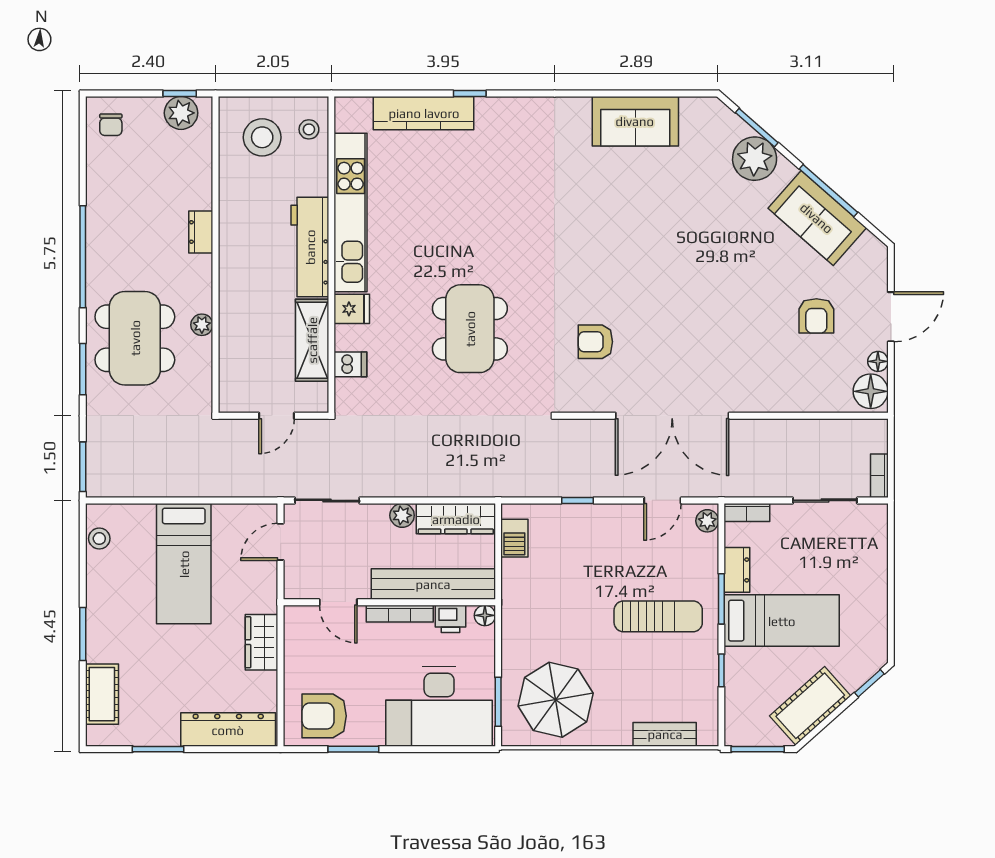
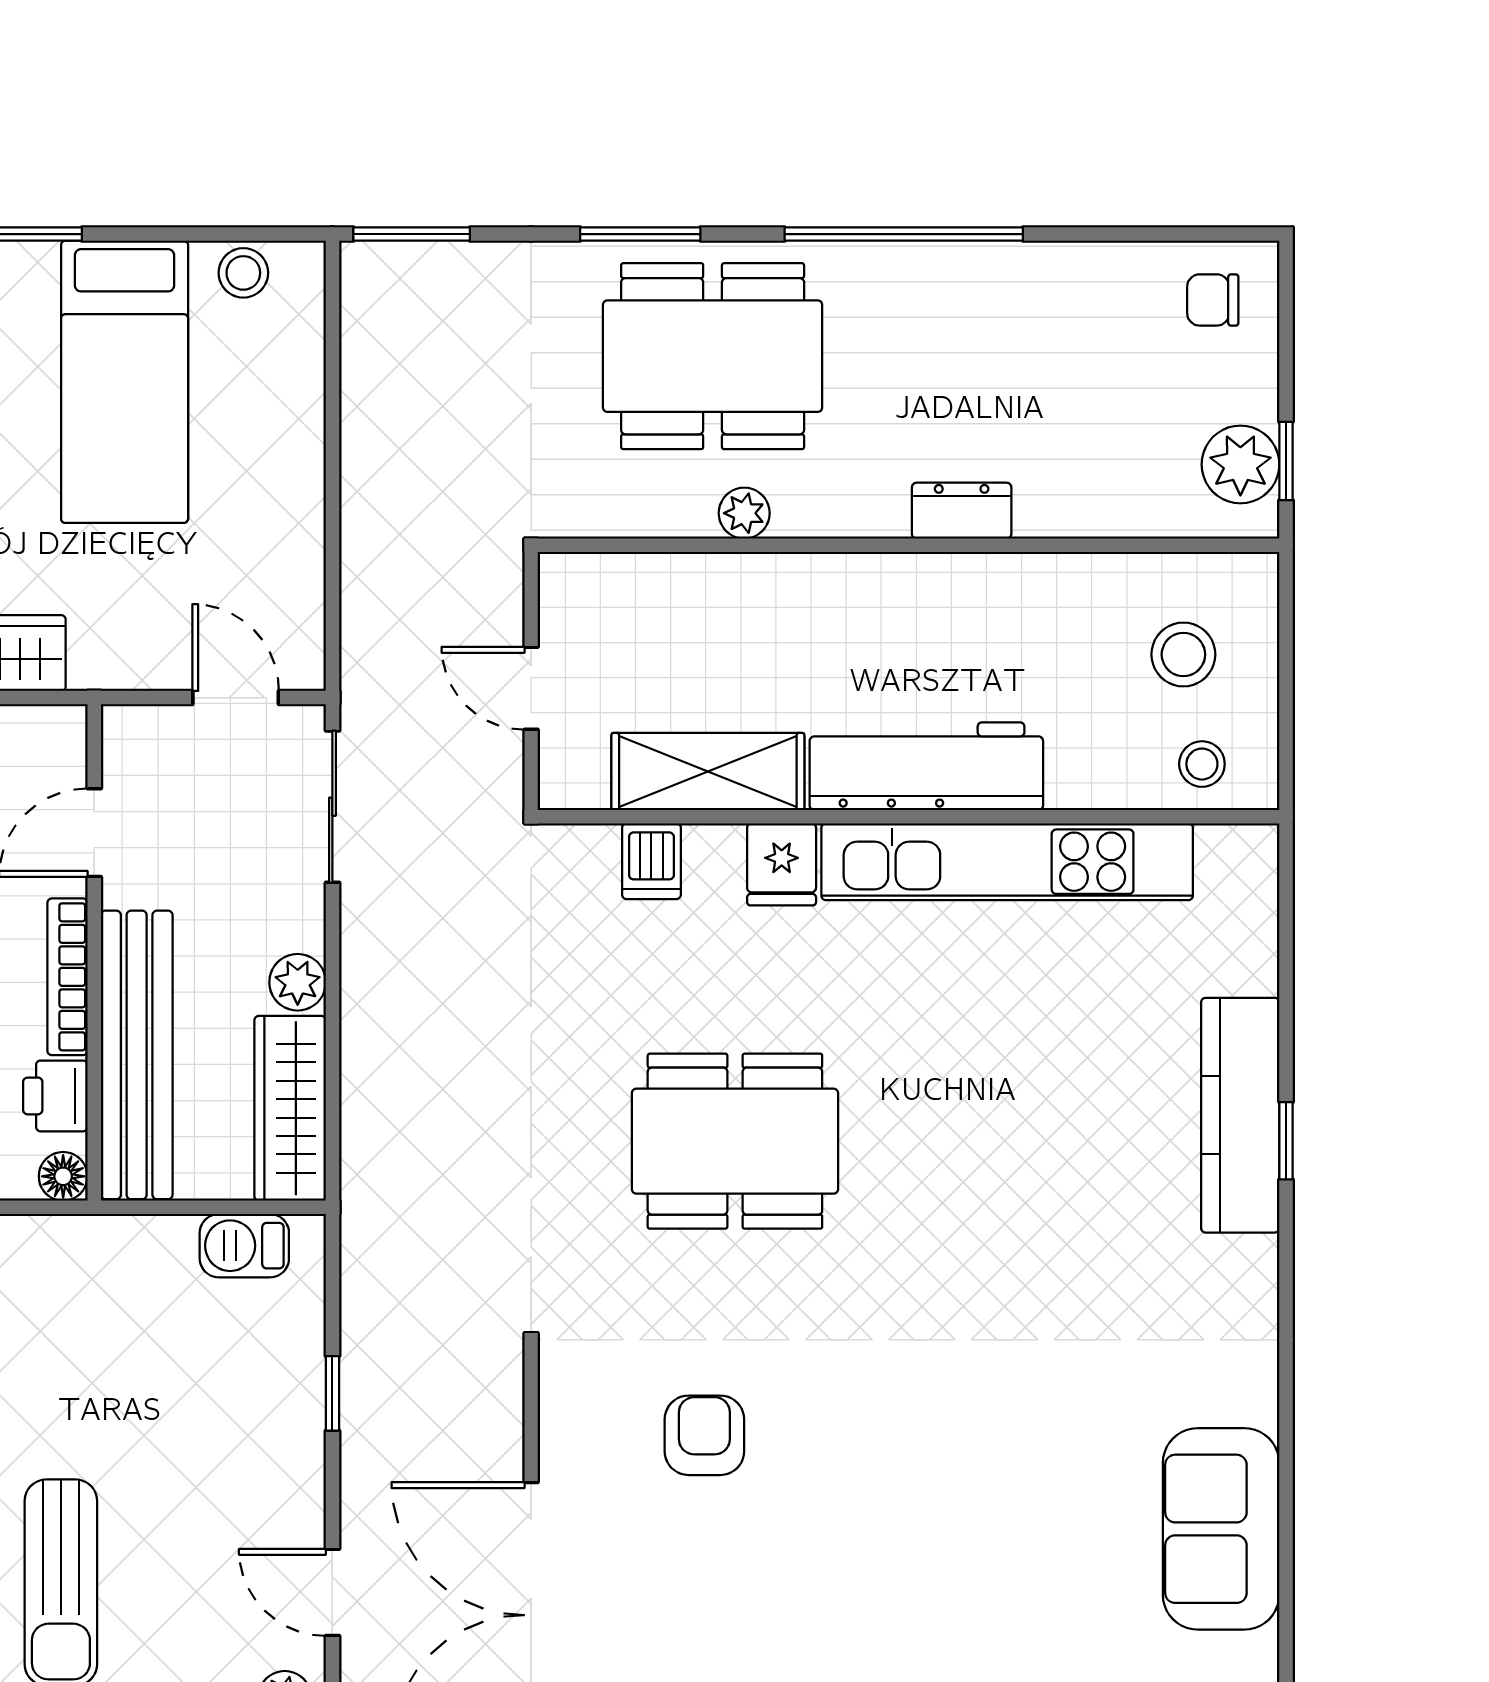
kitchen counter: (424, 113) -> (1240, 1115), moved
stool: (262, 137) -> (1183, 654), width x0.73, depth x0.73
bed: (184, 564) -> (125, 382), moved, turned -90

